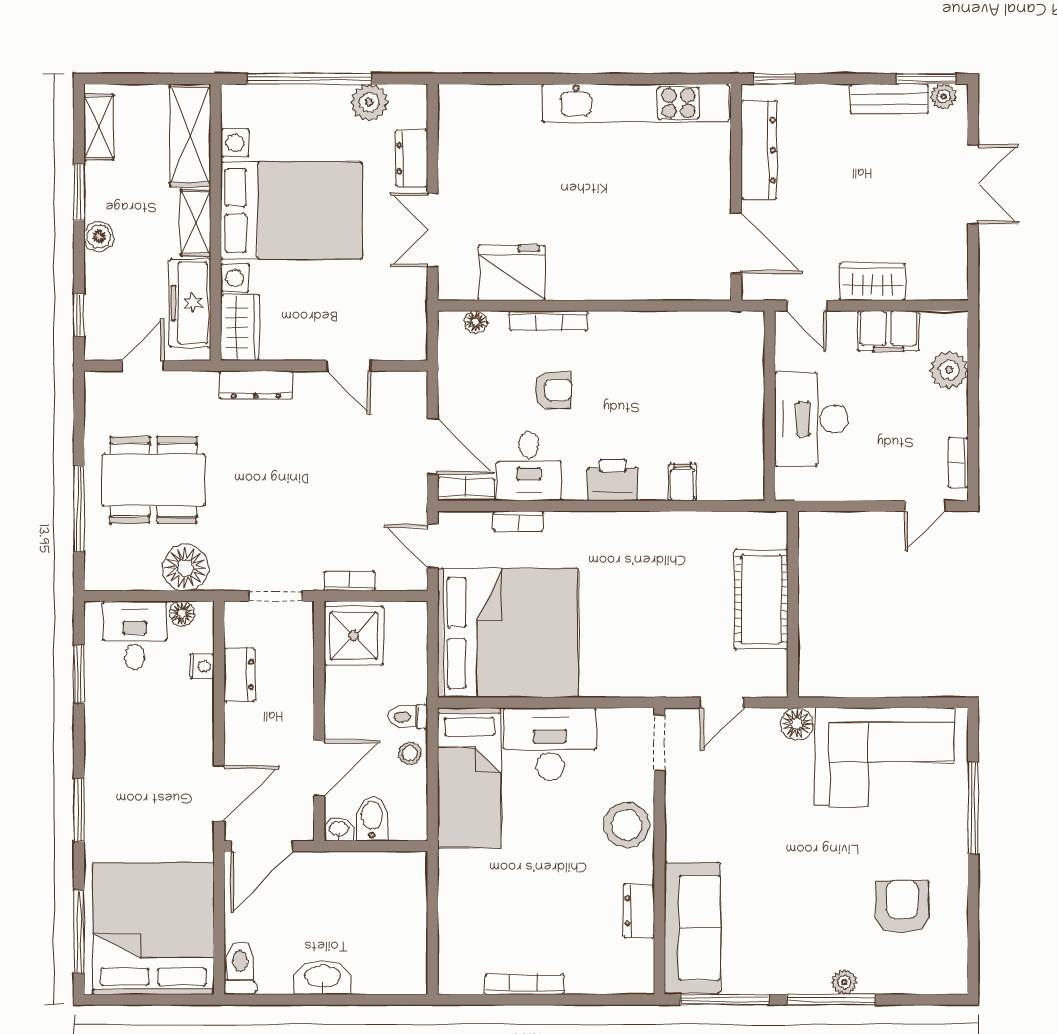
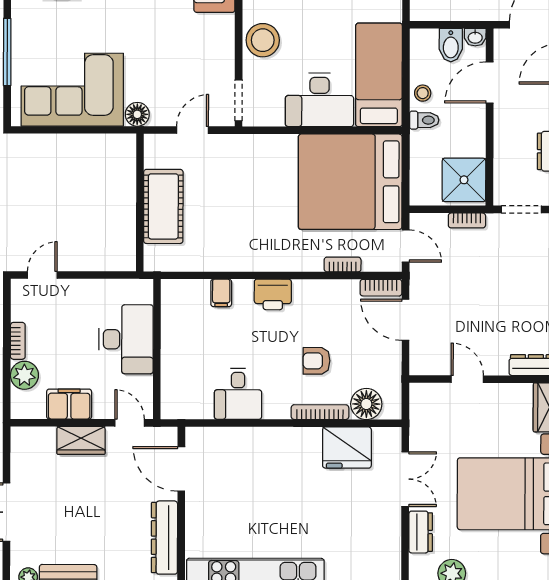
floor lamp: (476, 322) -> (366, 404), width x1.89, depth x1.89
bookcase: (958, 462) -> (18, 341), moved
desk: (529, 466) -> (238, 394), moved, turned 180

